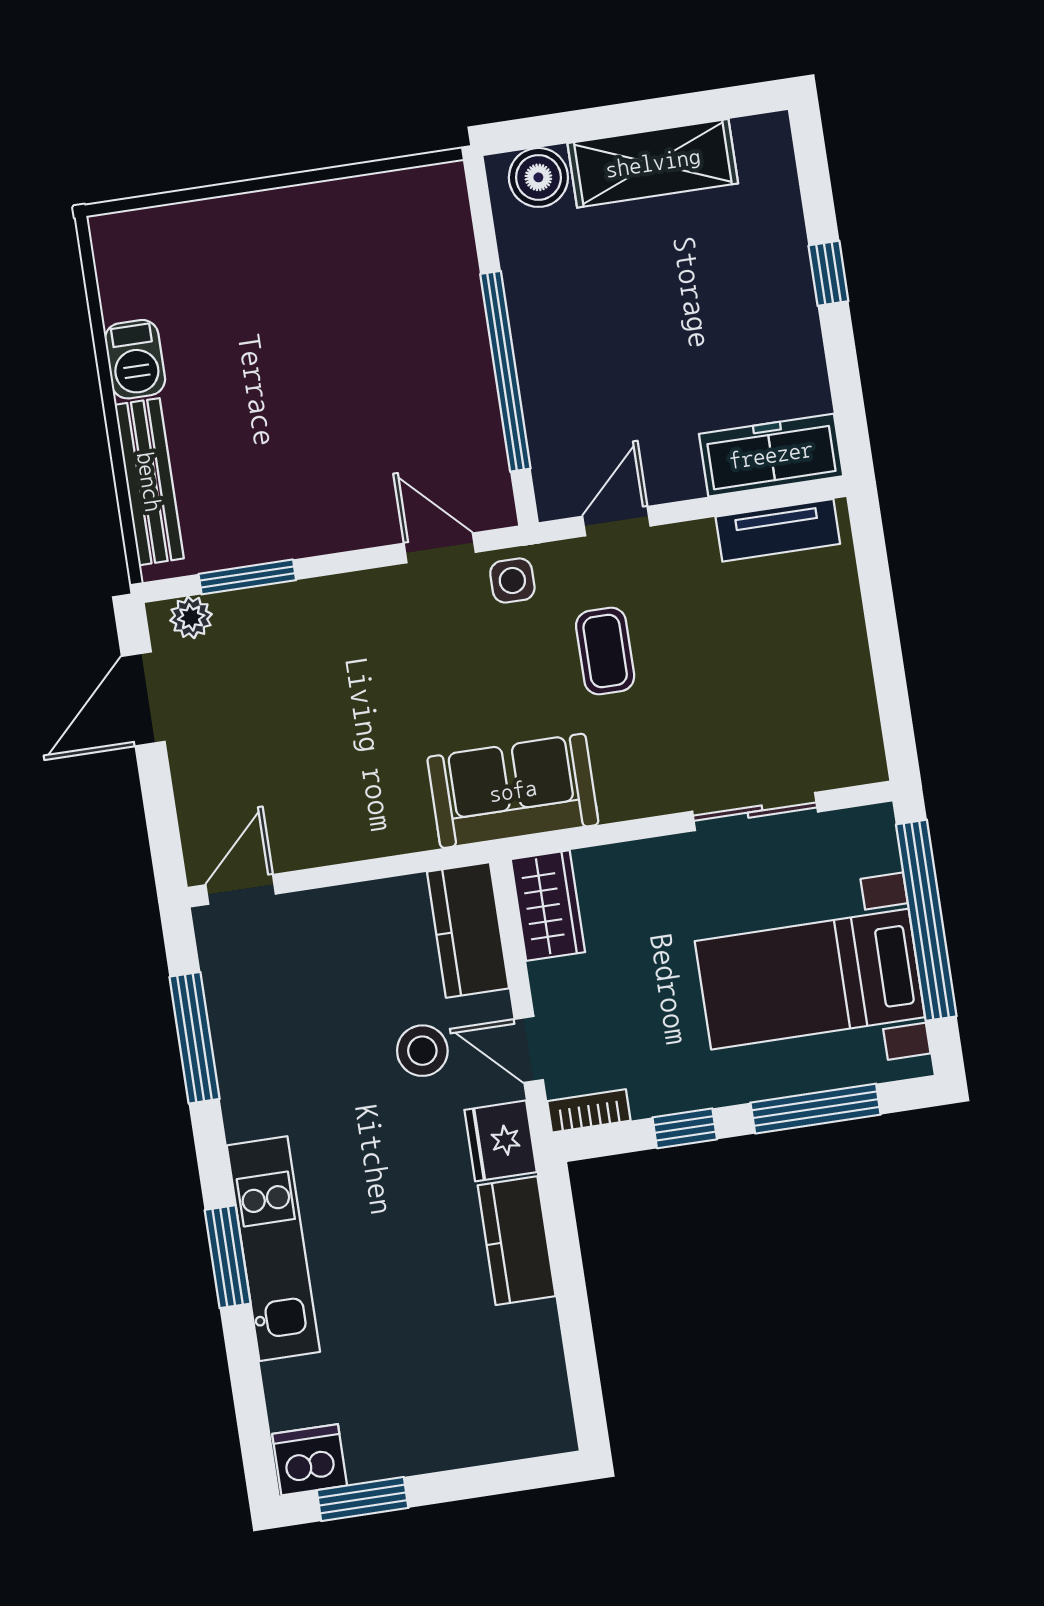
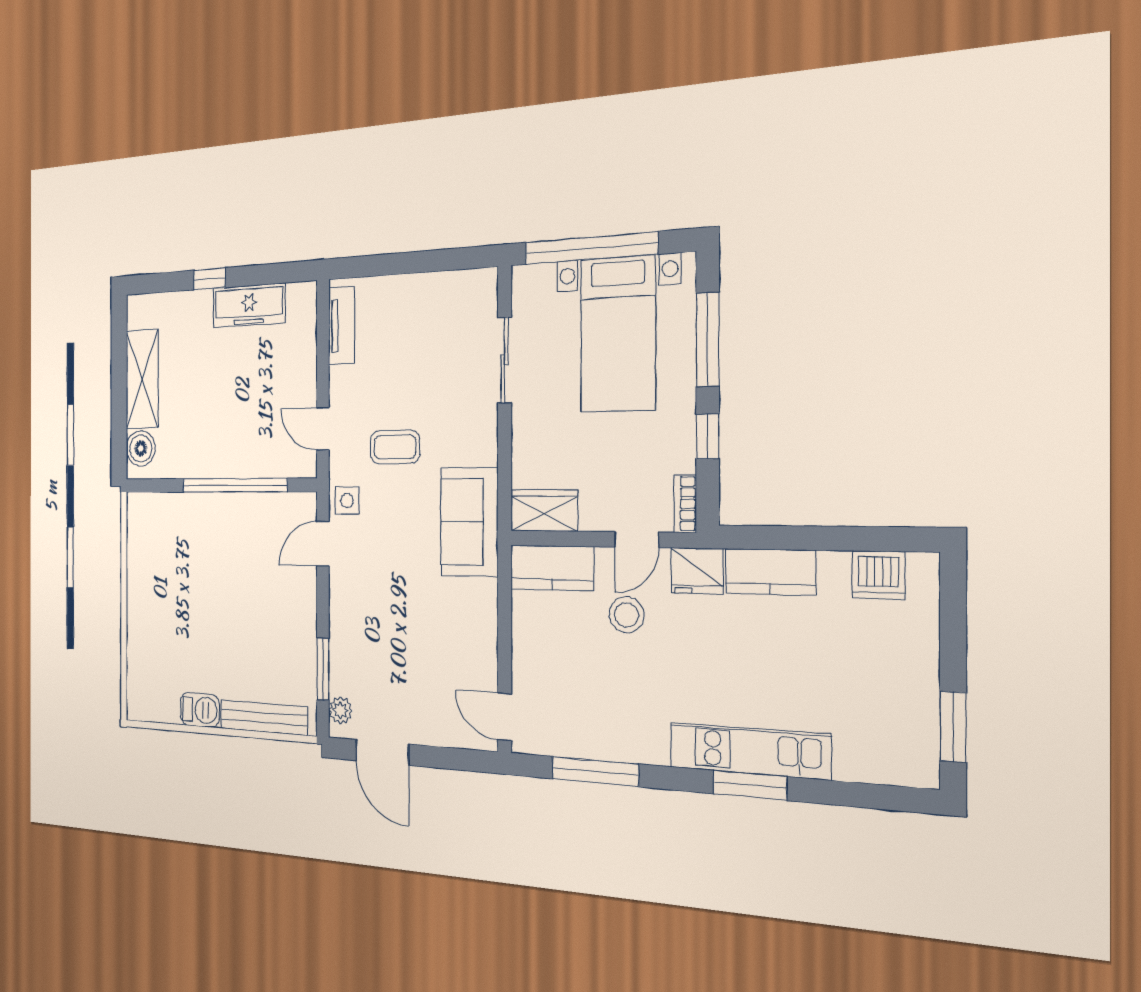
freezer: (771, 455) -> (249, 305), moved, turned -90
dishwasher: (310, 1460) -> (878, 575), moved, turned -90

